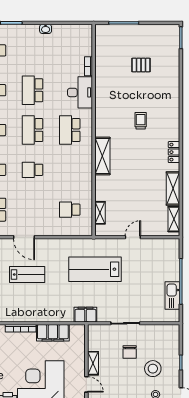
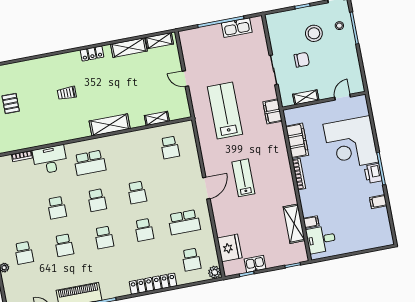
school desk: (33, 90) -> (57, 208), width x0.54
school desk: (33, 130) -> (97, 200), width x0.54
shelving: (100, 213) -> (157, 118), moved
lab bench: (95, 269) -> (225, 110), turned 180
shelving: (93, 363) -> (306, 97), moved

